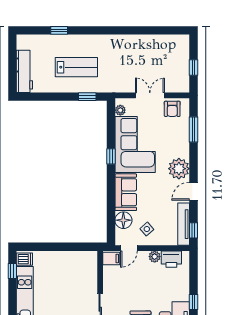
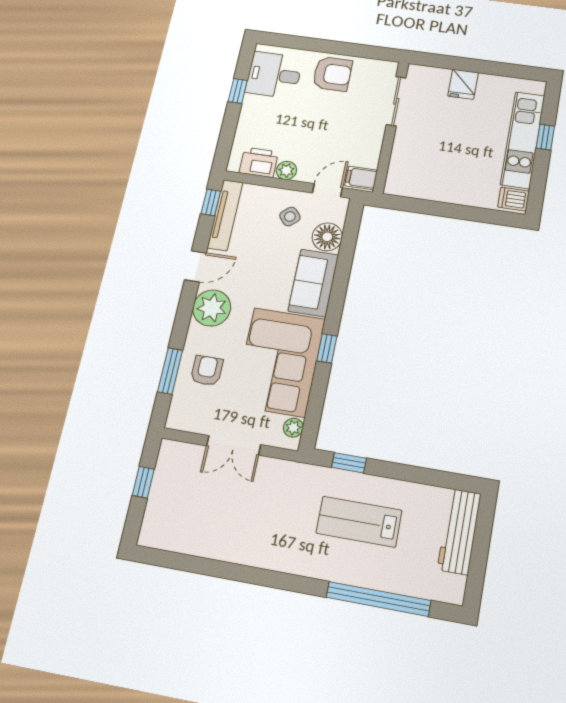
window: (59, 30) -> (378, 599), width x3.17
armchair: (172, 109) -> (207, 371), moved
window: (12, 271) -> (545, 137), moved

